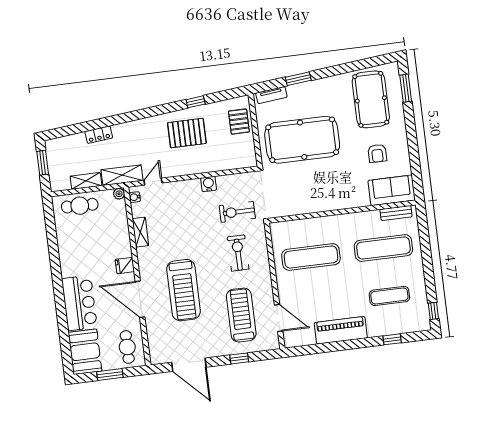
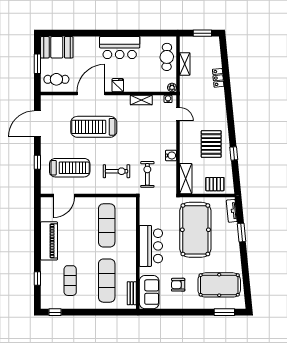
shelving: (122, 175) -> (186, 179), moved
bar counter: (331, 196) -> (151, 246), added
bar counter: (79, 303) -> (120, 48), moved

